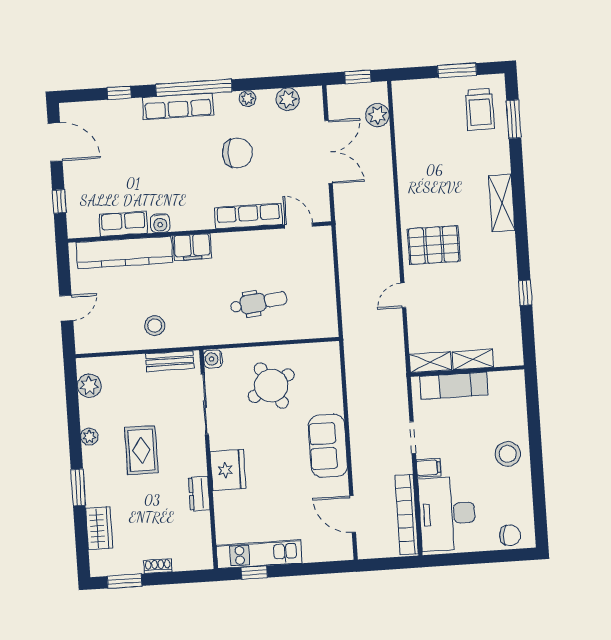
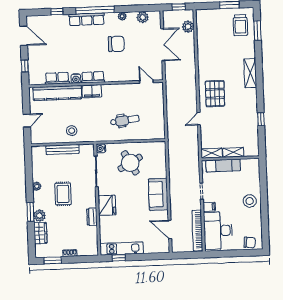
row of seats: (248, 216) -> (93, 77), moved, width x0.68
pallet: (434, 245) -> (215, 94), turned 90
bench: (170, 361) -> (63, 150), moved, width x1.36
plant: (89, 386) -> (40, 216), moved

